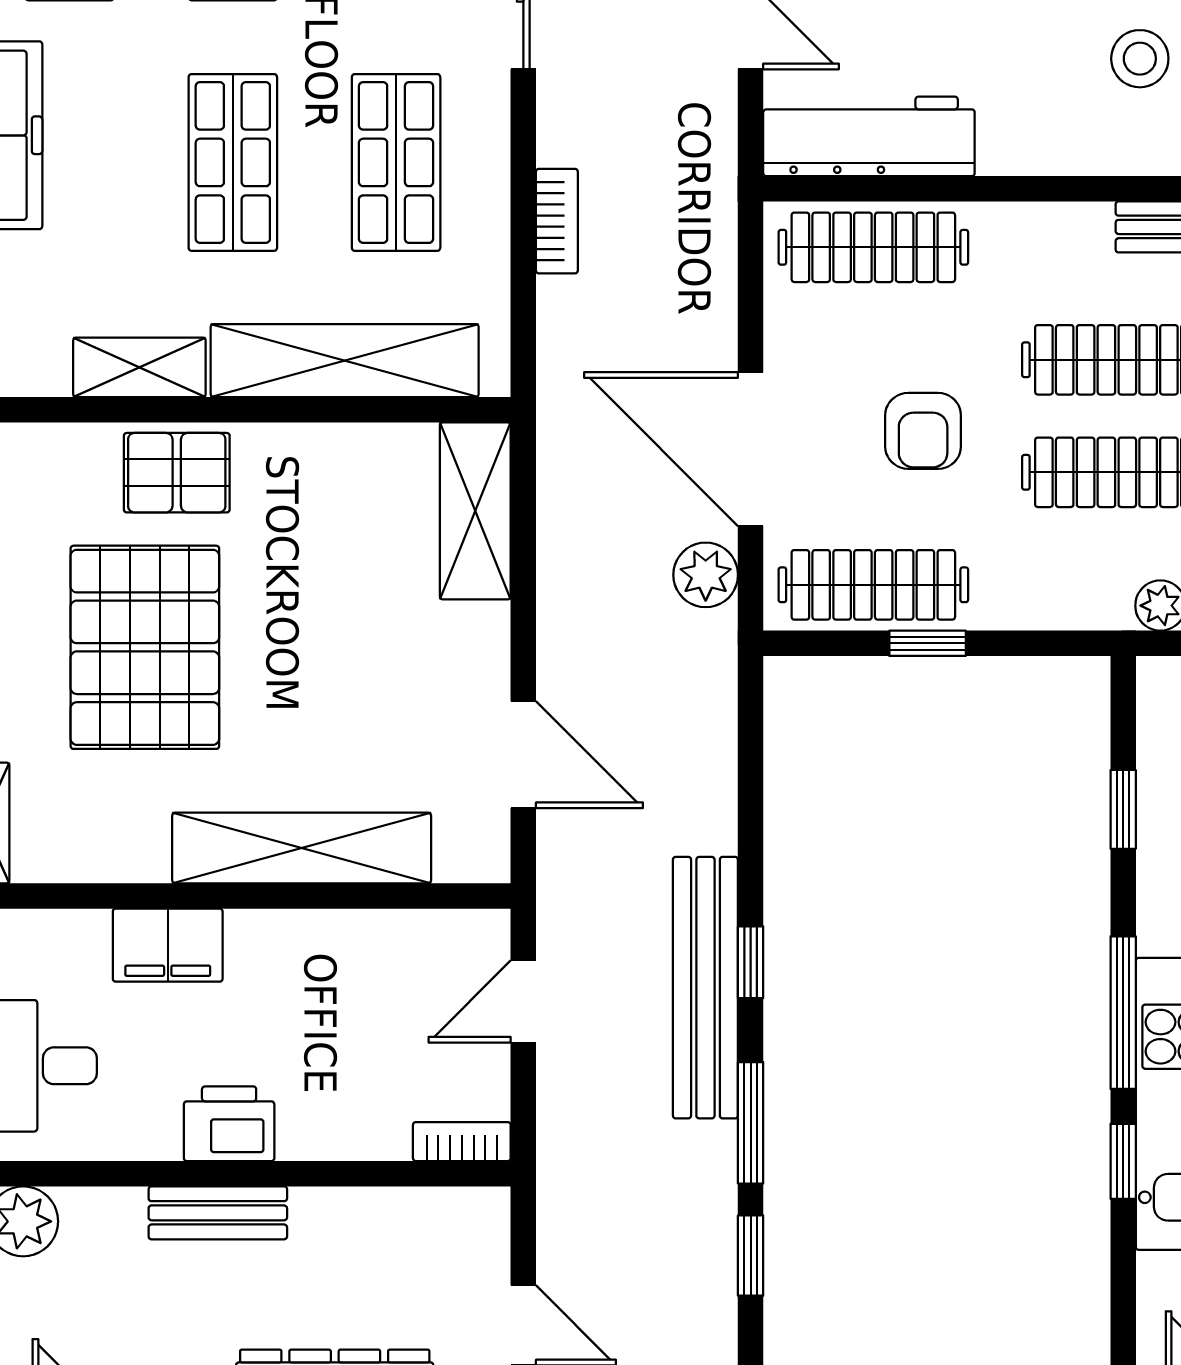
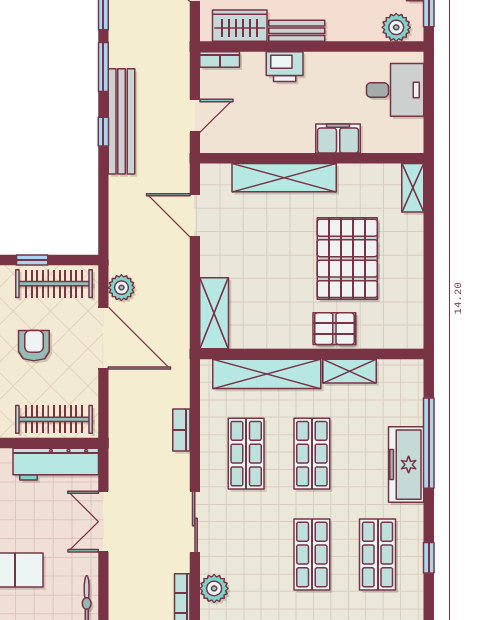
printer: (229, 1124) -> (285, 67), moved
bench: (218, 1213) -> (297, 31), moved
wardrobe: (412, 1225) -> (240, 26), added

